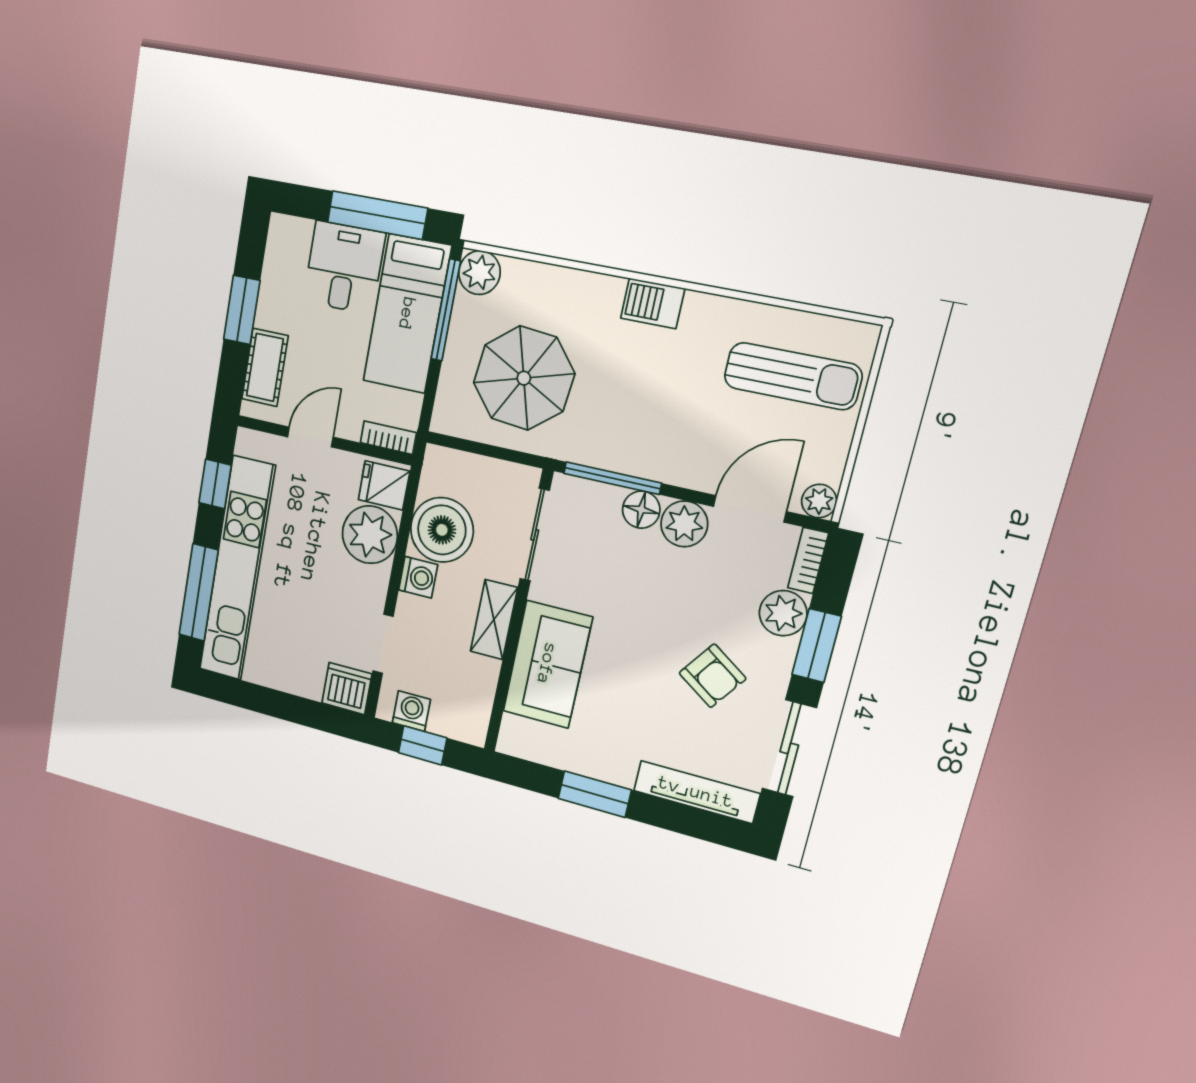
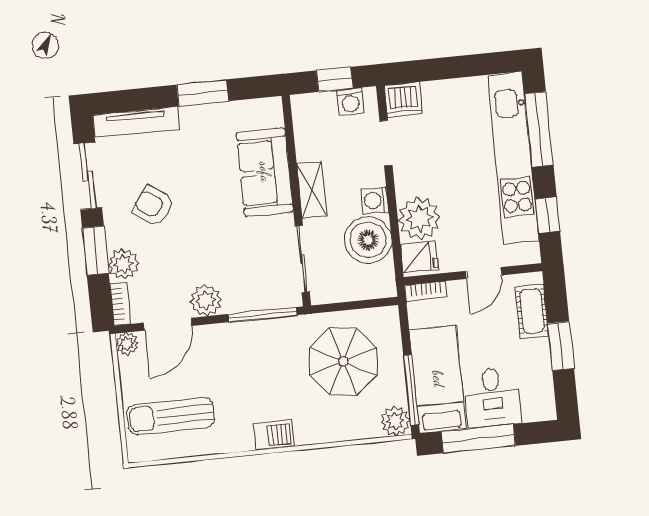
floor lamp: (641, 510) -> (237, 300), removed

